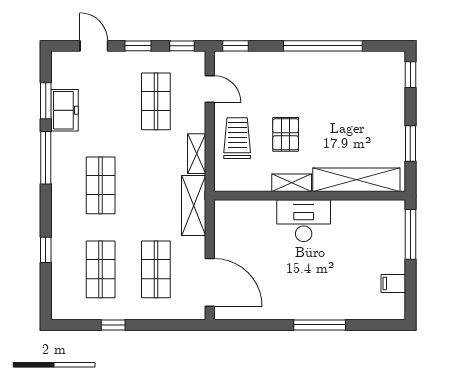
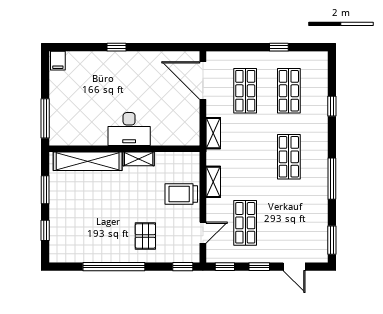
window: (410, 75) -> (45, 230), moved
door: (210, 89) -> (203, 233), swing flipped
window: (46, 101) -> (332, 240), moved
freezer: (64, 110) -> (317, 216), removed
pallet: (286, 134) -> (145, 236), moved
trolley: (237, 138) -> (181, 194), turned 90
shelving: (194, 205) -> (213, 133), width x0.67, depth x0.75
filing cabinet: (393, 283) -> (58, 61), moved, turned 90
window: (320, 325) -> (116, 47), width x0.46

